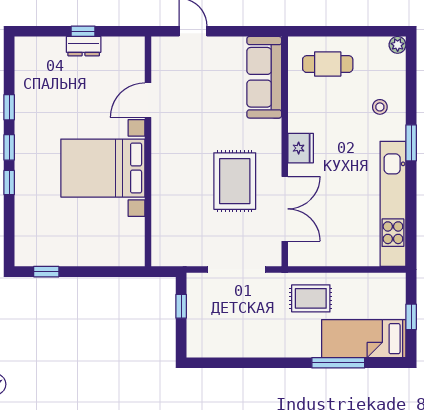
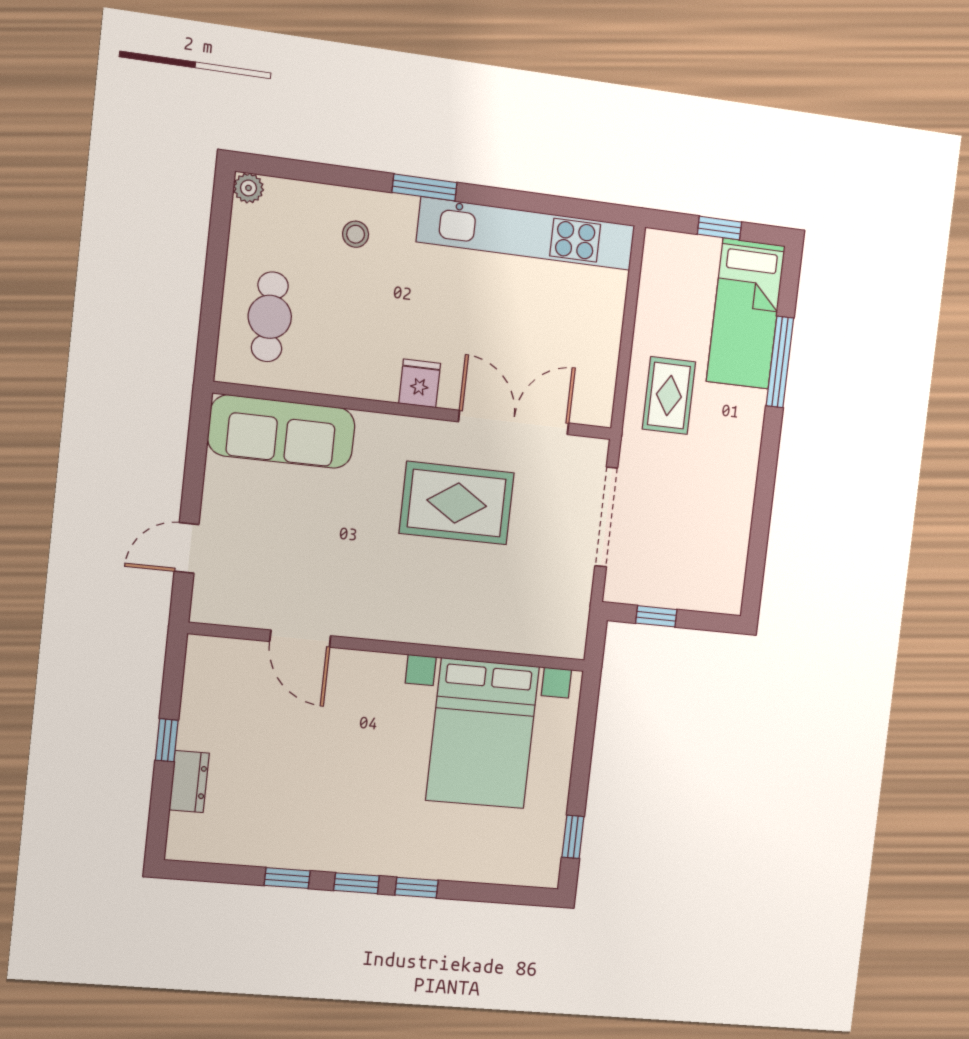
dresser: (84, 46) -> (189, 781), moved
fridge: (301, 148) -> (420, 383), width x0.72
bed with nightstands: (103, 168) -> (483, 733), moved

